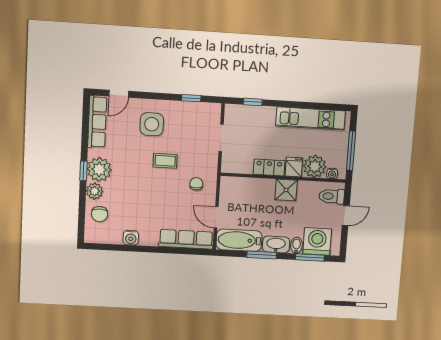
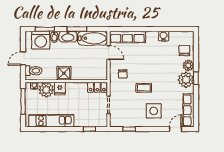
locker: (269, 168) -> (97, 87), moved

